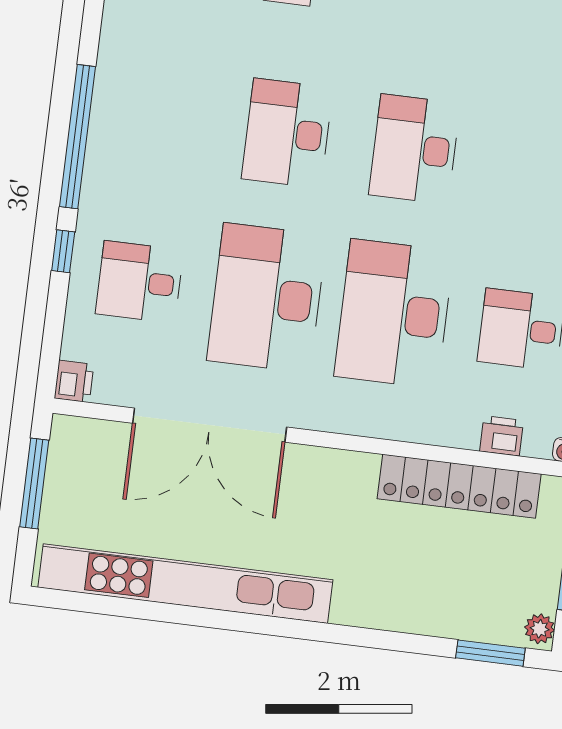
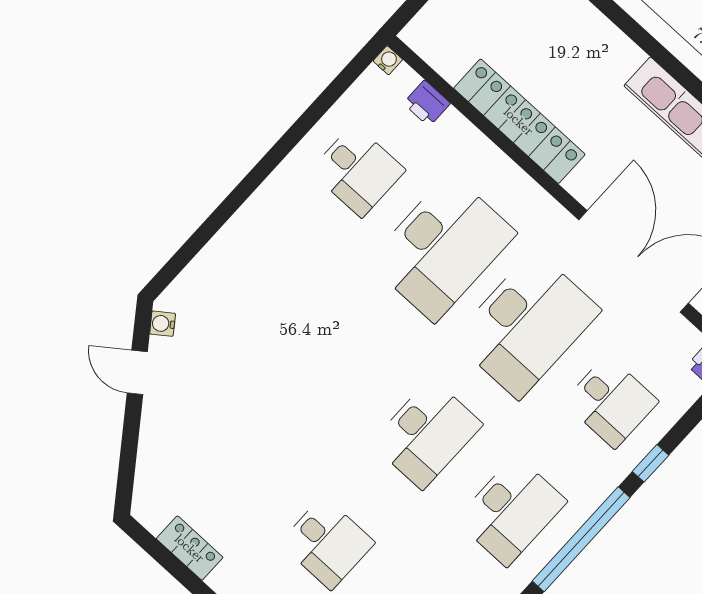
desk: (415, 149) -> (511, 511), moved
locker: (459, 486) -> (519, 121), moved

